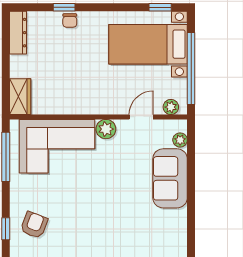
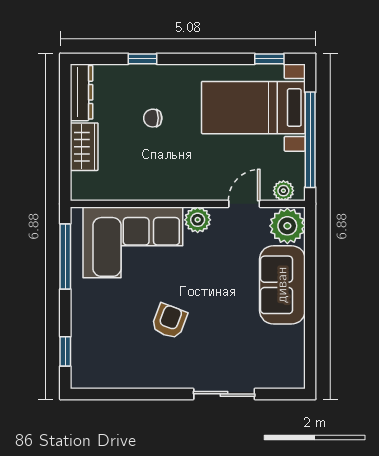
chair: (70, 20) -> (153, 118), moved, turned 90
wardrobe: (20, 97) -> (84, 147), moved
plant: (180, 140) -> (287, 226), width x1.88, depth x1.88
armchair: (34, 225) -> (169, 321), moved

